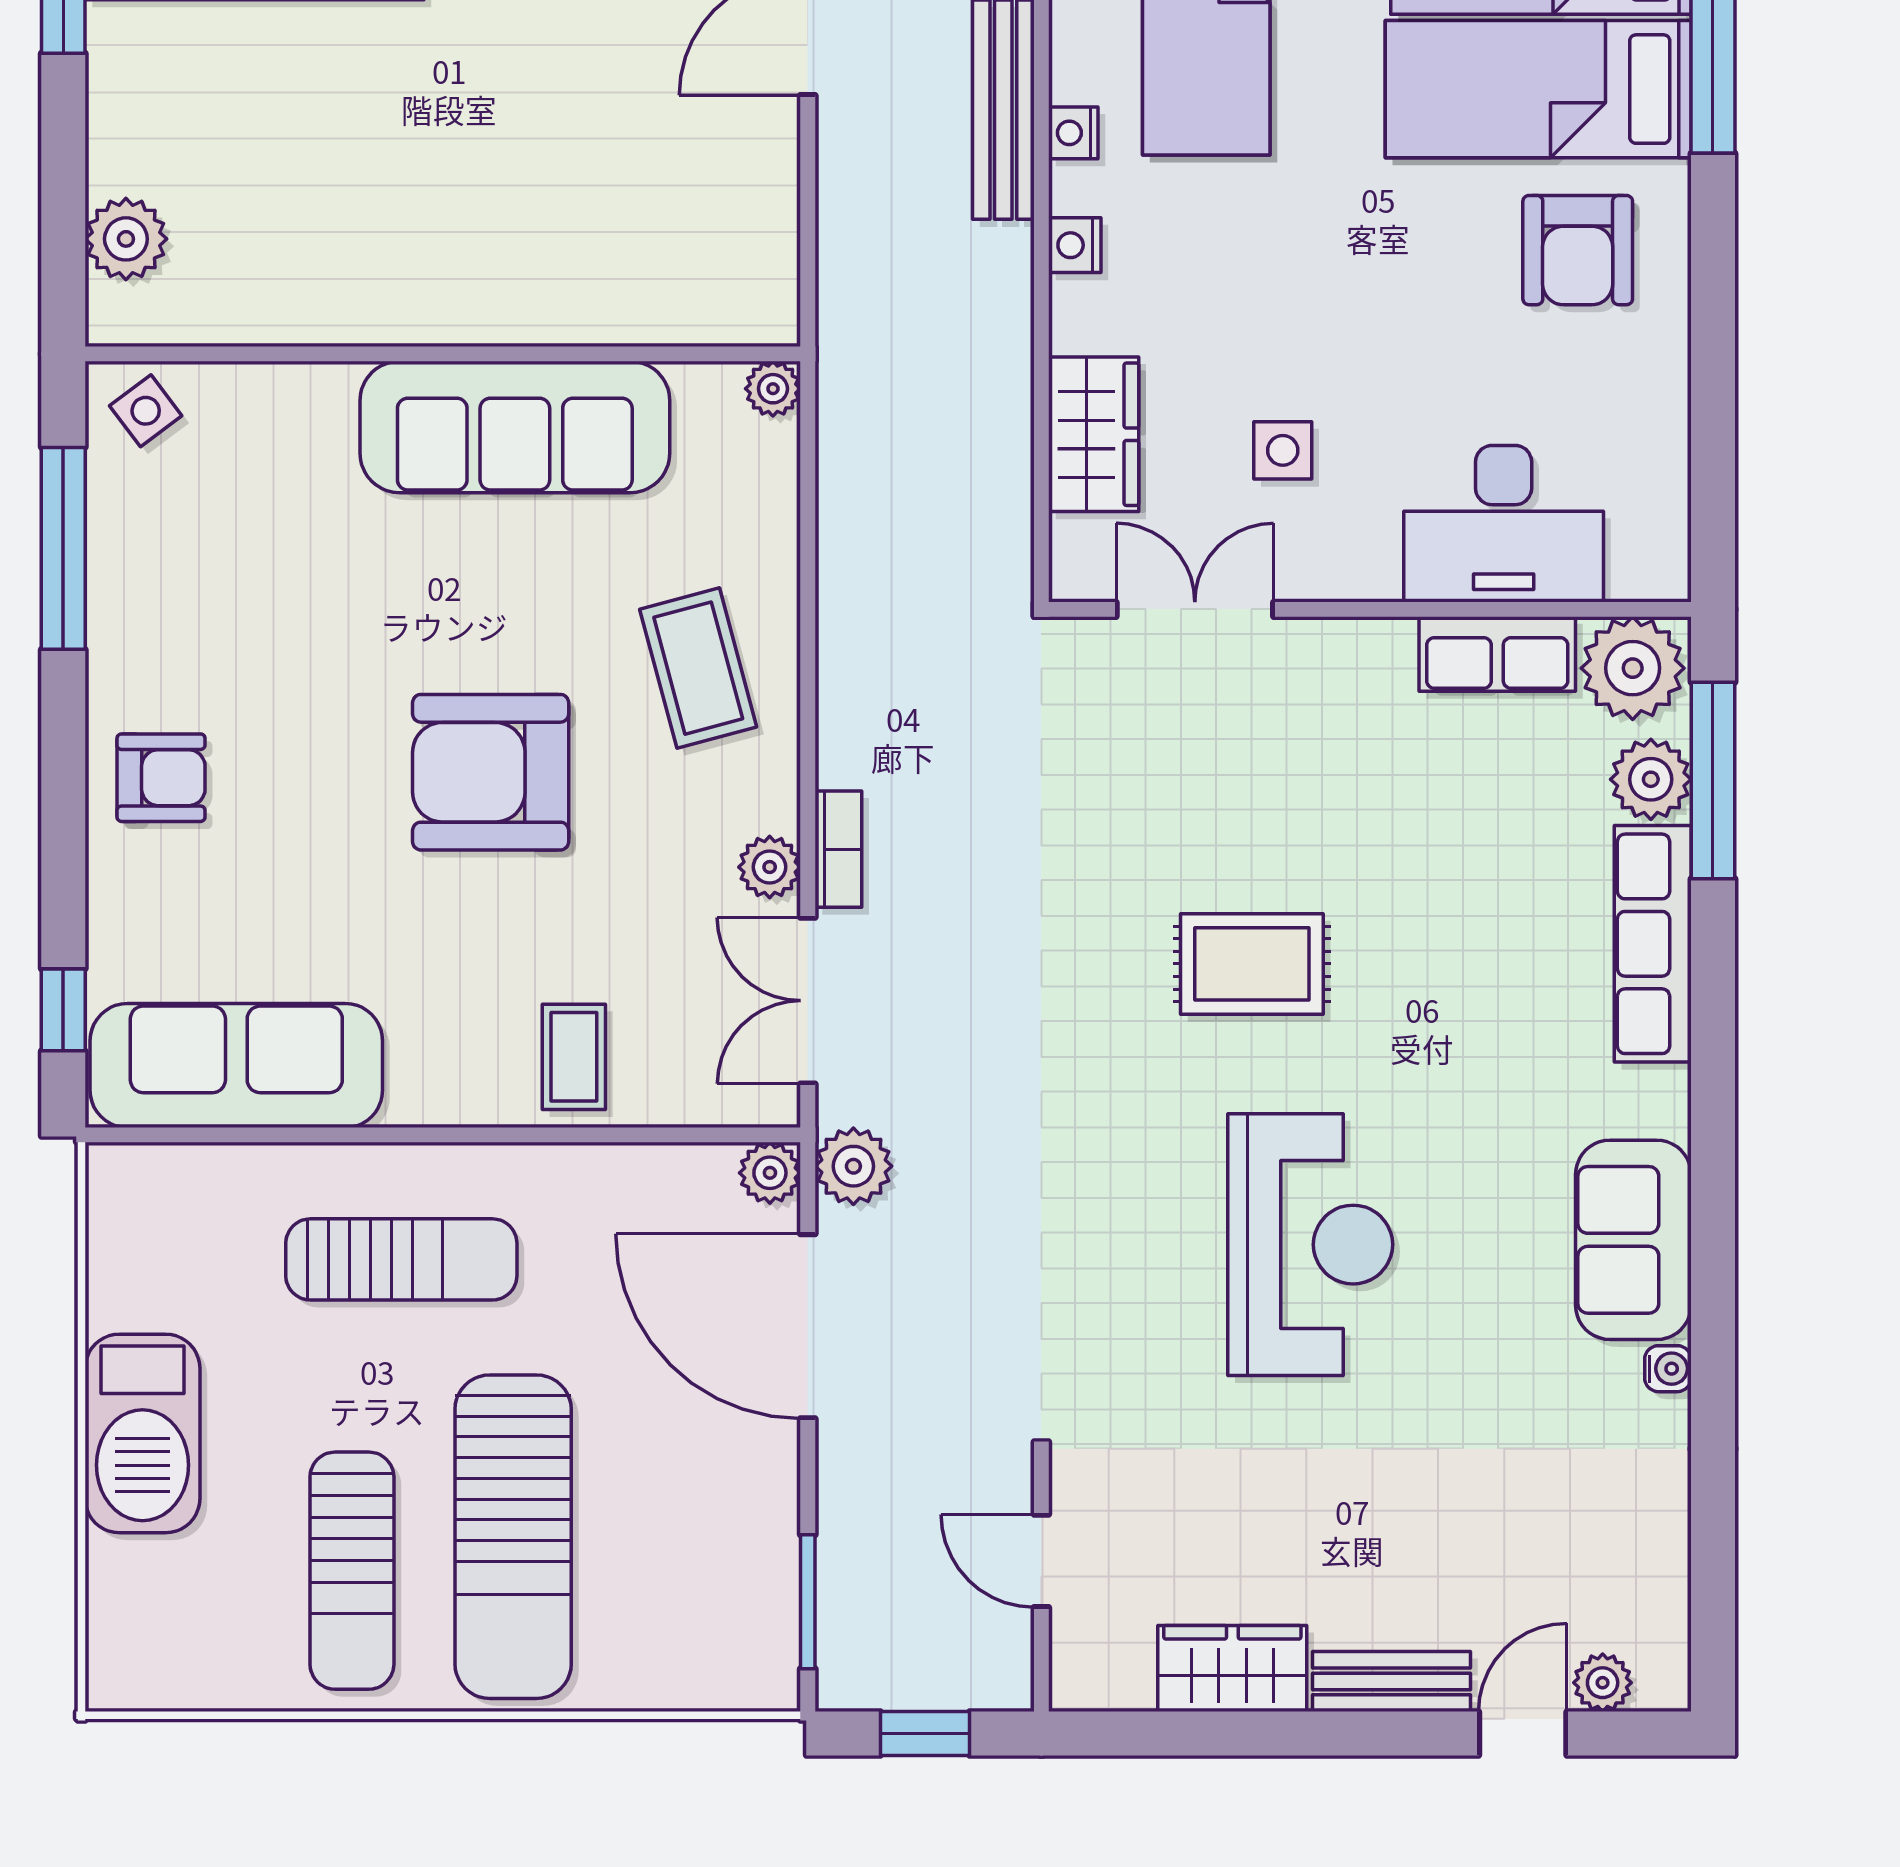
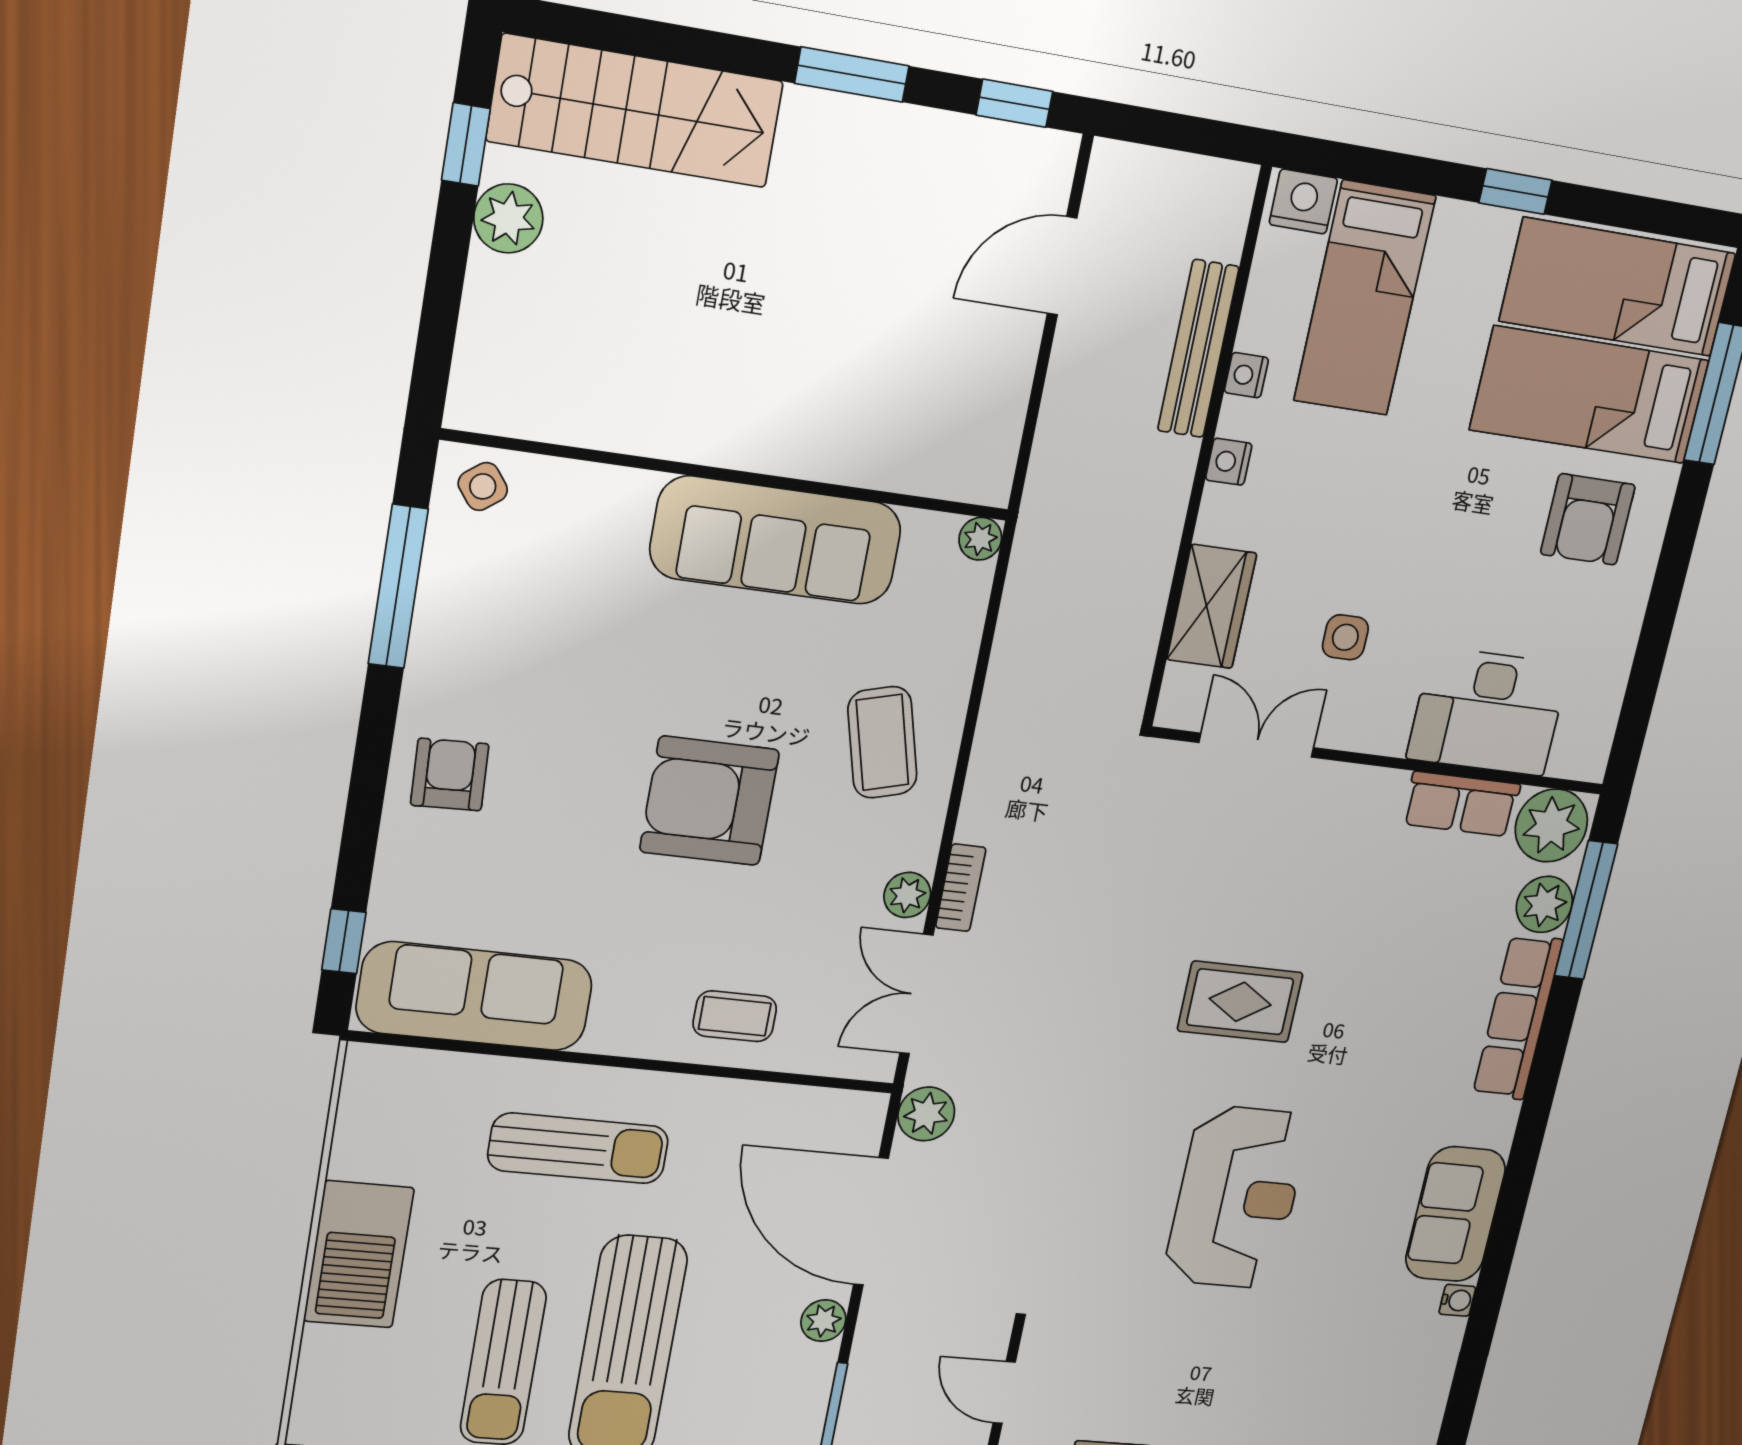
plant: (126, 239) -> (508, 218), moved
armchair: (161, 778) -> (450, 775), turned -92
coffee table: (574, 1057) -> (735, 1016), turned 90
plant: (770, 1173) -> (823, 1321), moved

